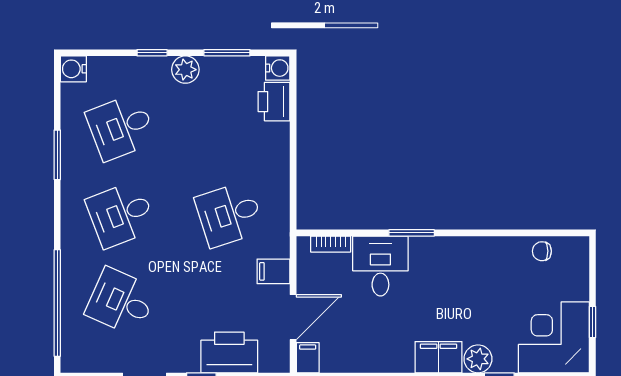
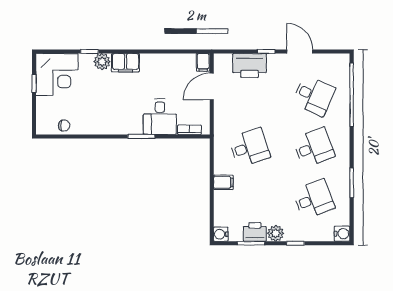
printer: (274, 102) -> (255, 232), moved, turned -90
filing cabinet: (273, 271) -> (223, 182), moved

